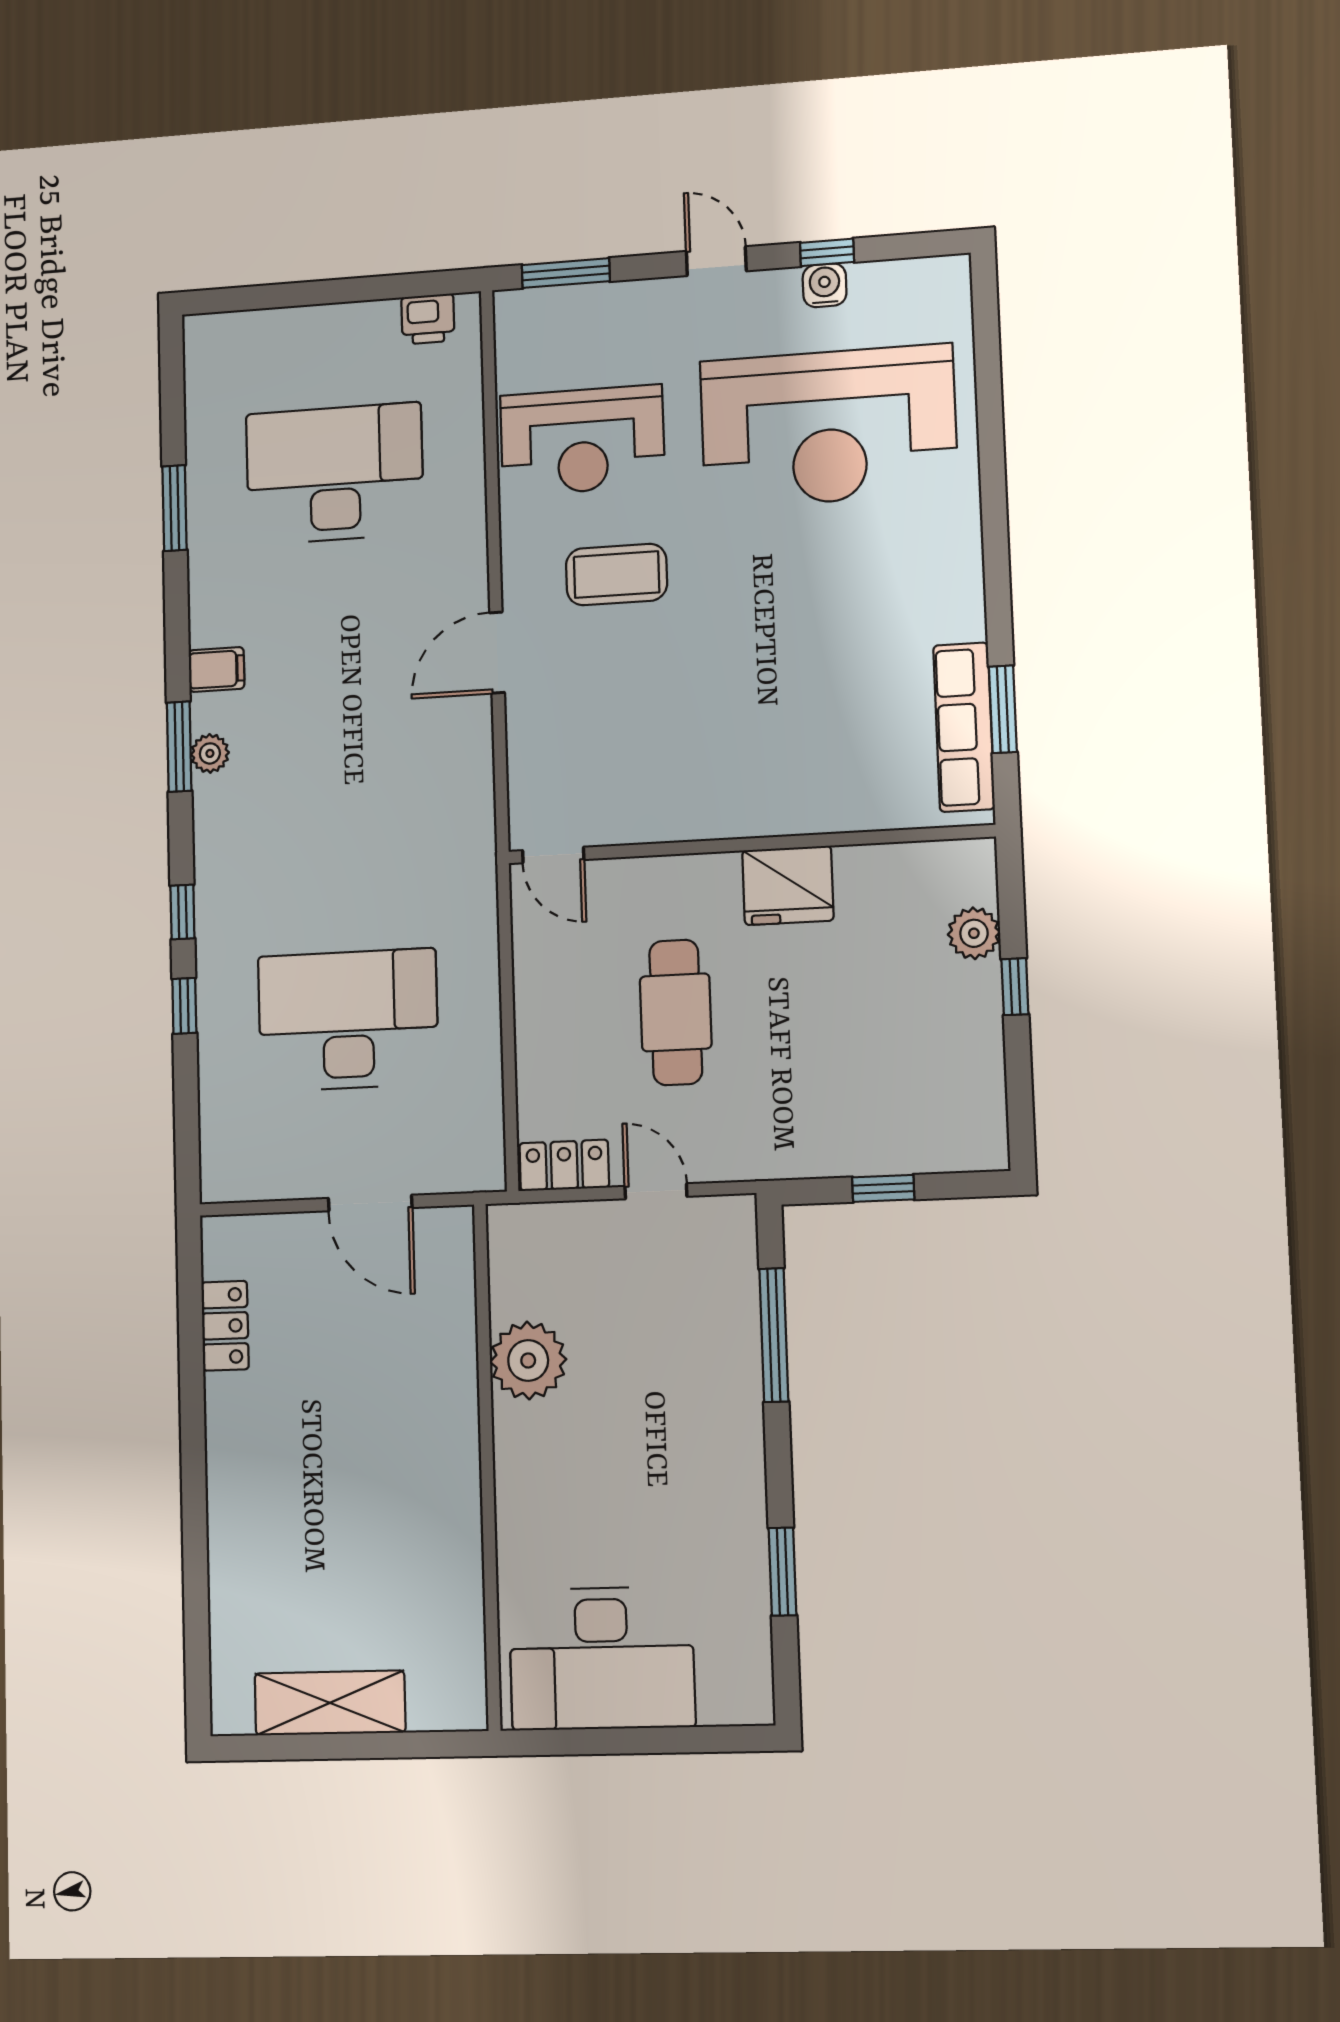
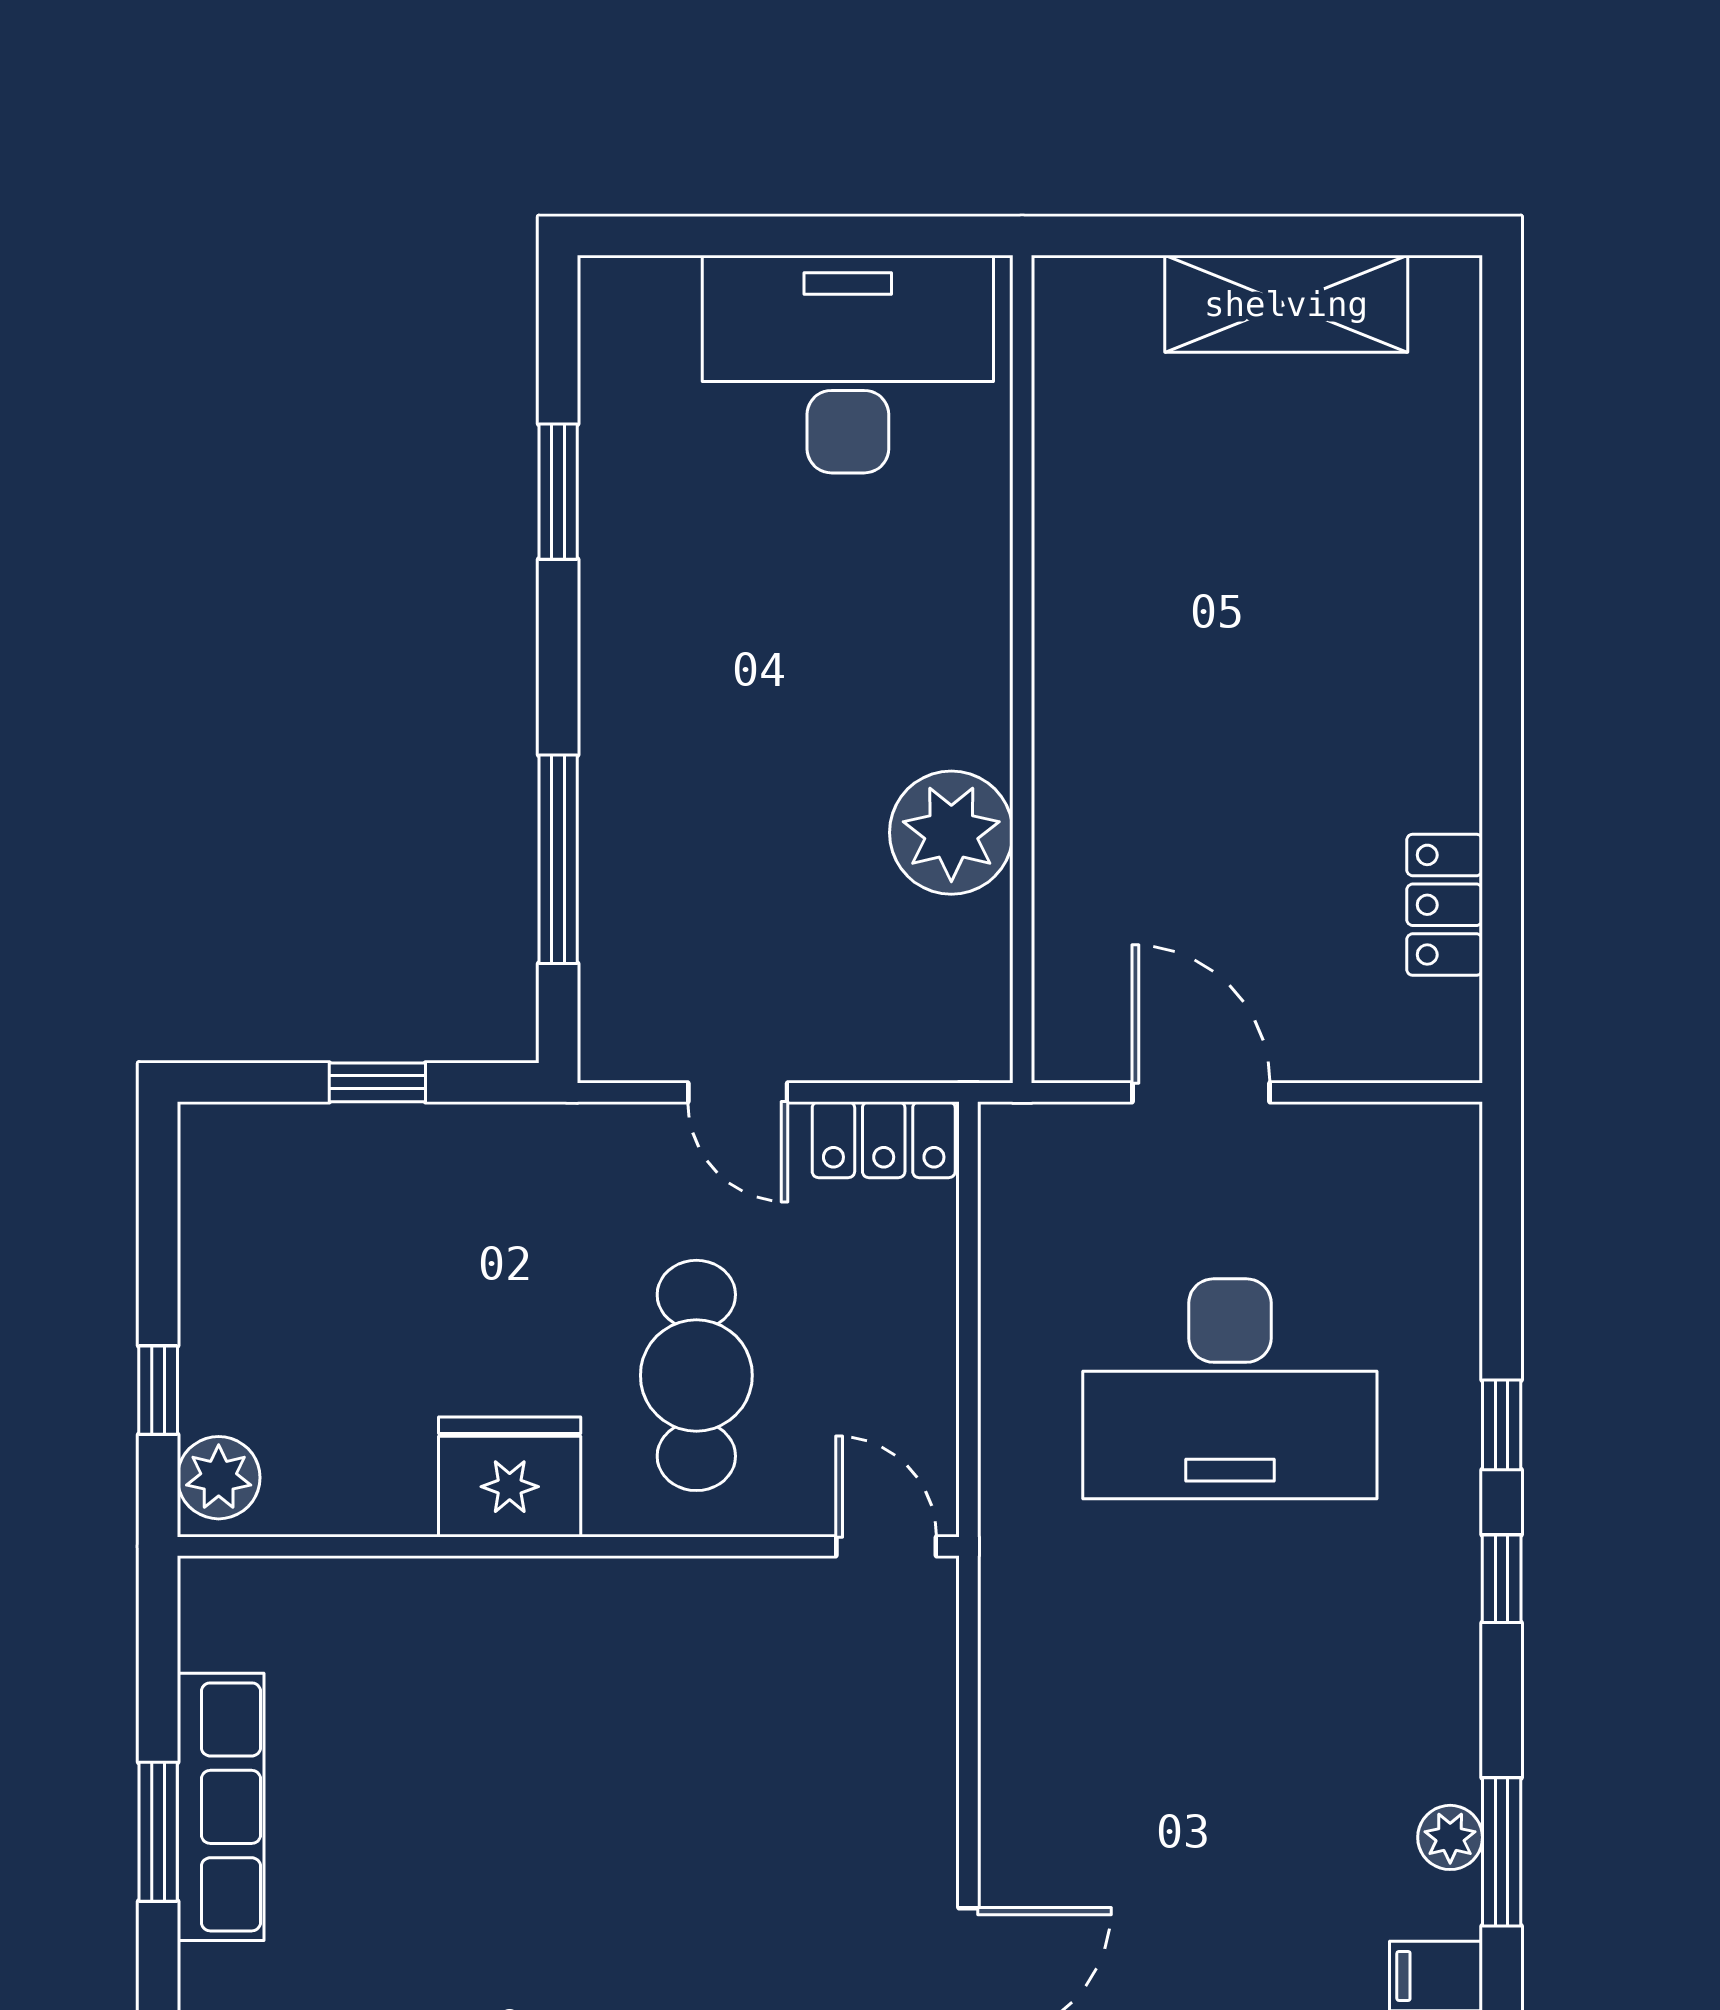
wall: (750, 844) -> (568, 1546), moved
door: (553, 855) -> (886, 1546), moved
fridge: (788, 885) -> (510, 1477), moved

